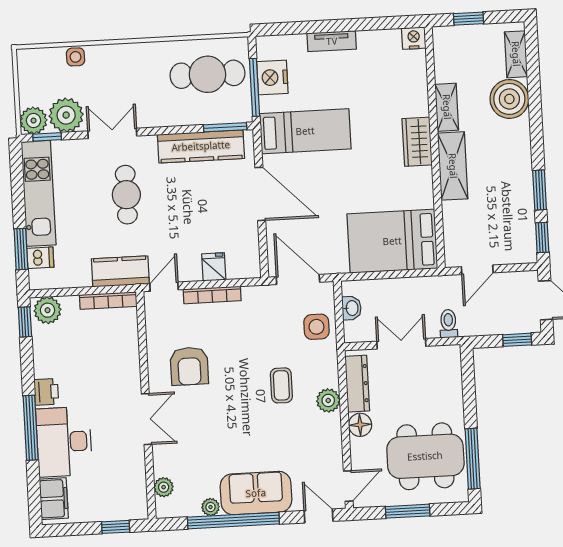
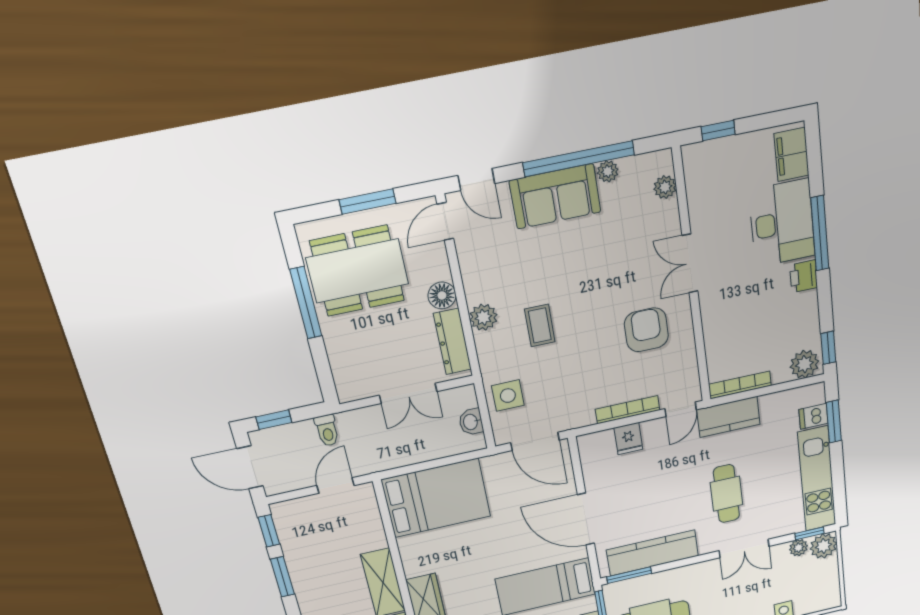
plant: (66, 115) -> (798, 548), width x0.53, depth x0.53
toilet: (448, 324) -> (327, 430), moved
window: (473, 459) -> (306, 303), moved

